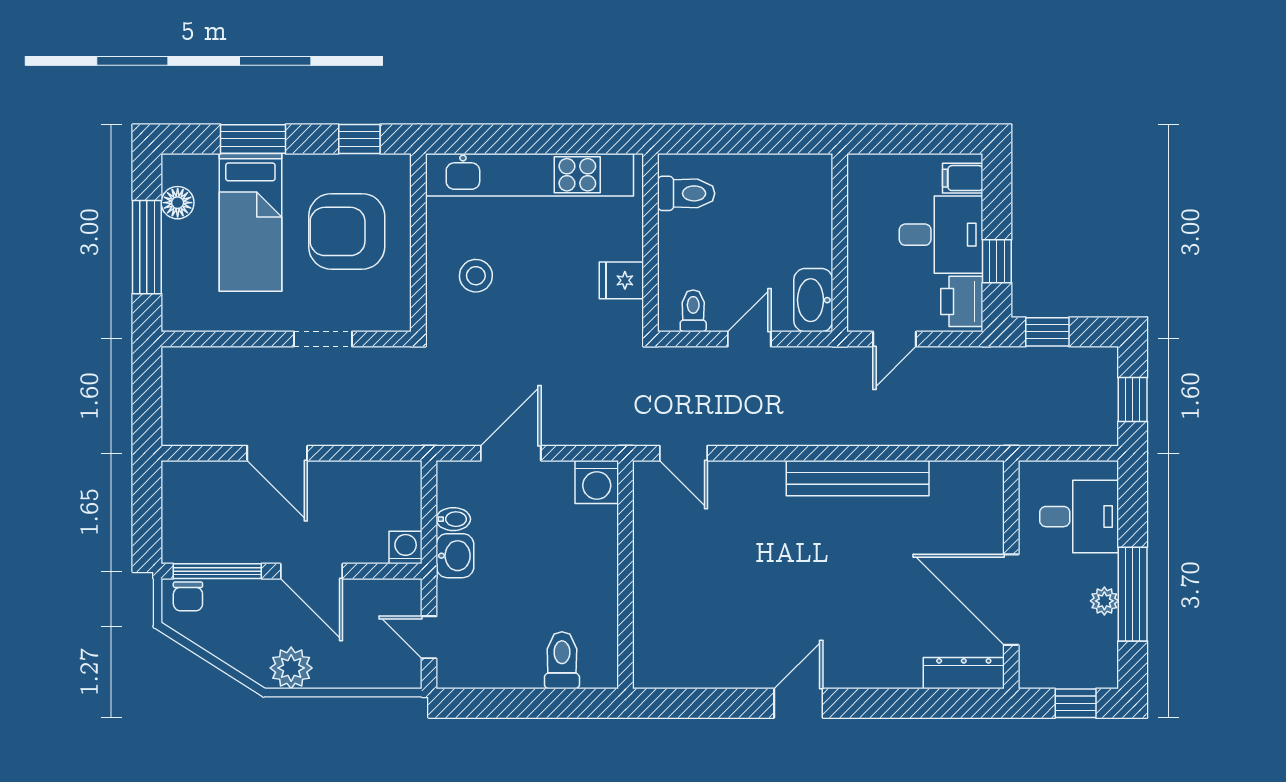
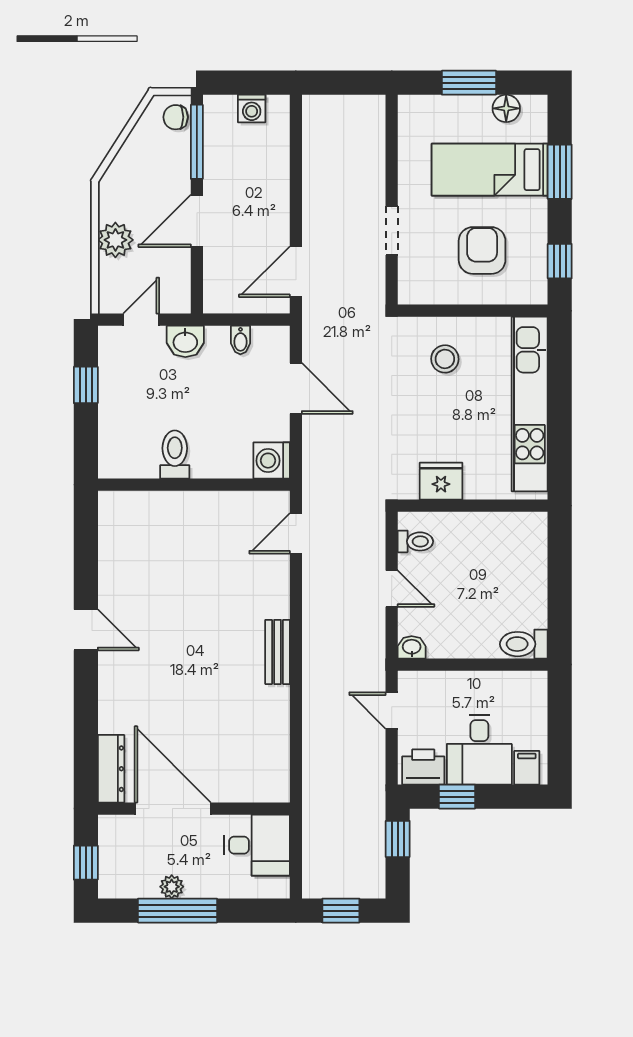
toilet: (686, 193) -> (524, 644), moved, turned 90
armchair: (347, 231) -> (482, 250), width x0.73, depth x0.73
window: (147, 247) -> (469, 83), width x0.69
fridge: (621, 280) -> (441, 481), width x1.38
washbasin: (813, 300) -> (412, 647), width x0.52, depth x0.69
door: (277, 453) -> (296, 272), moved
bench: (858, 478) -> (278, 652), width x0.54, depth x0.82
desk: (1079, 517) -> (257, 845), moved, turned -90
washing machine: (406, 548) -> (252, 109), moved, turned 90
washbasin: (455, 556) -> (185, 341), moved
door: (1011, 600) -> (173, 809), hinge flipped
toilet: (562, 660) -> (175, 455), moved, turned -90
plant: (291, 668) -> (115, 240), moved
window: (507, 703) -> (86, 385), added

